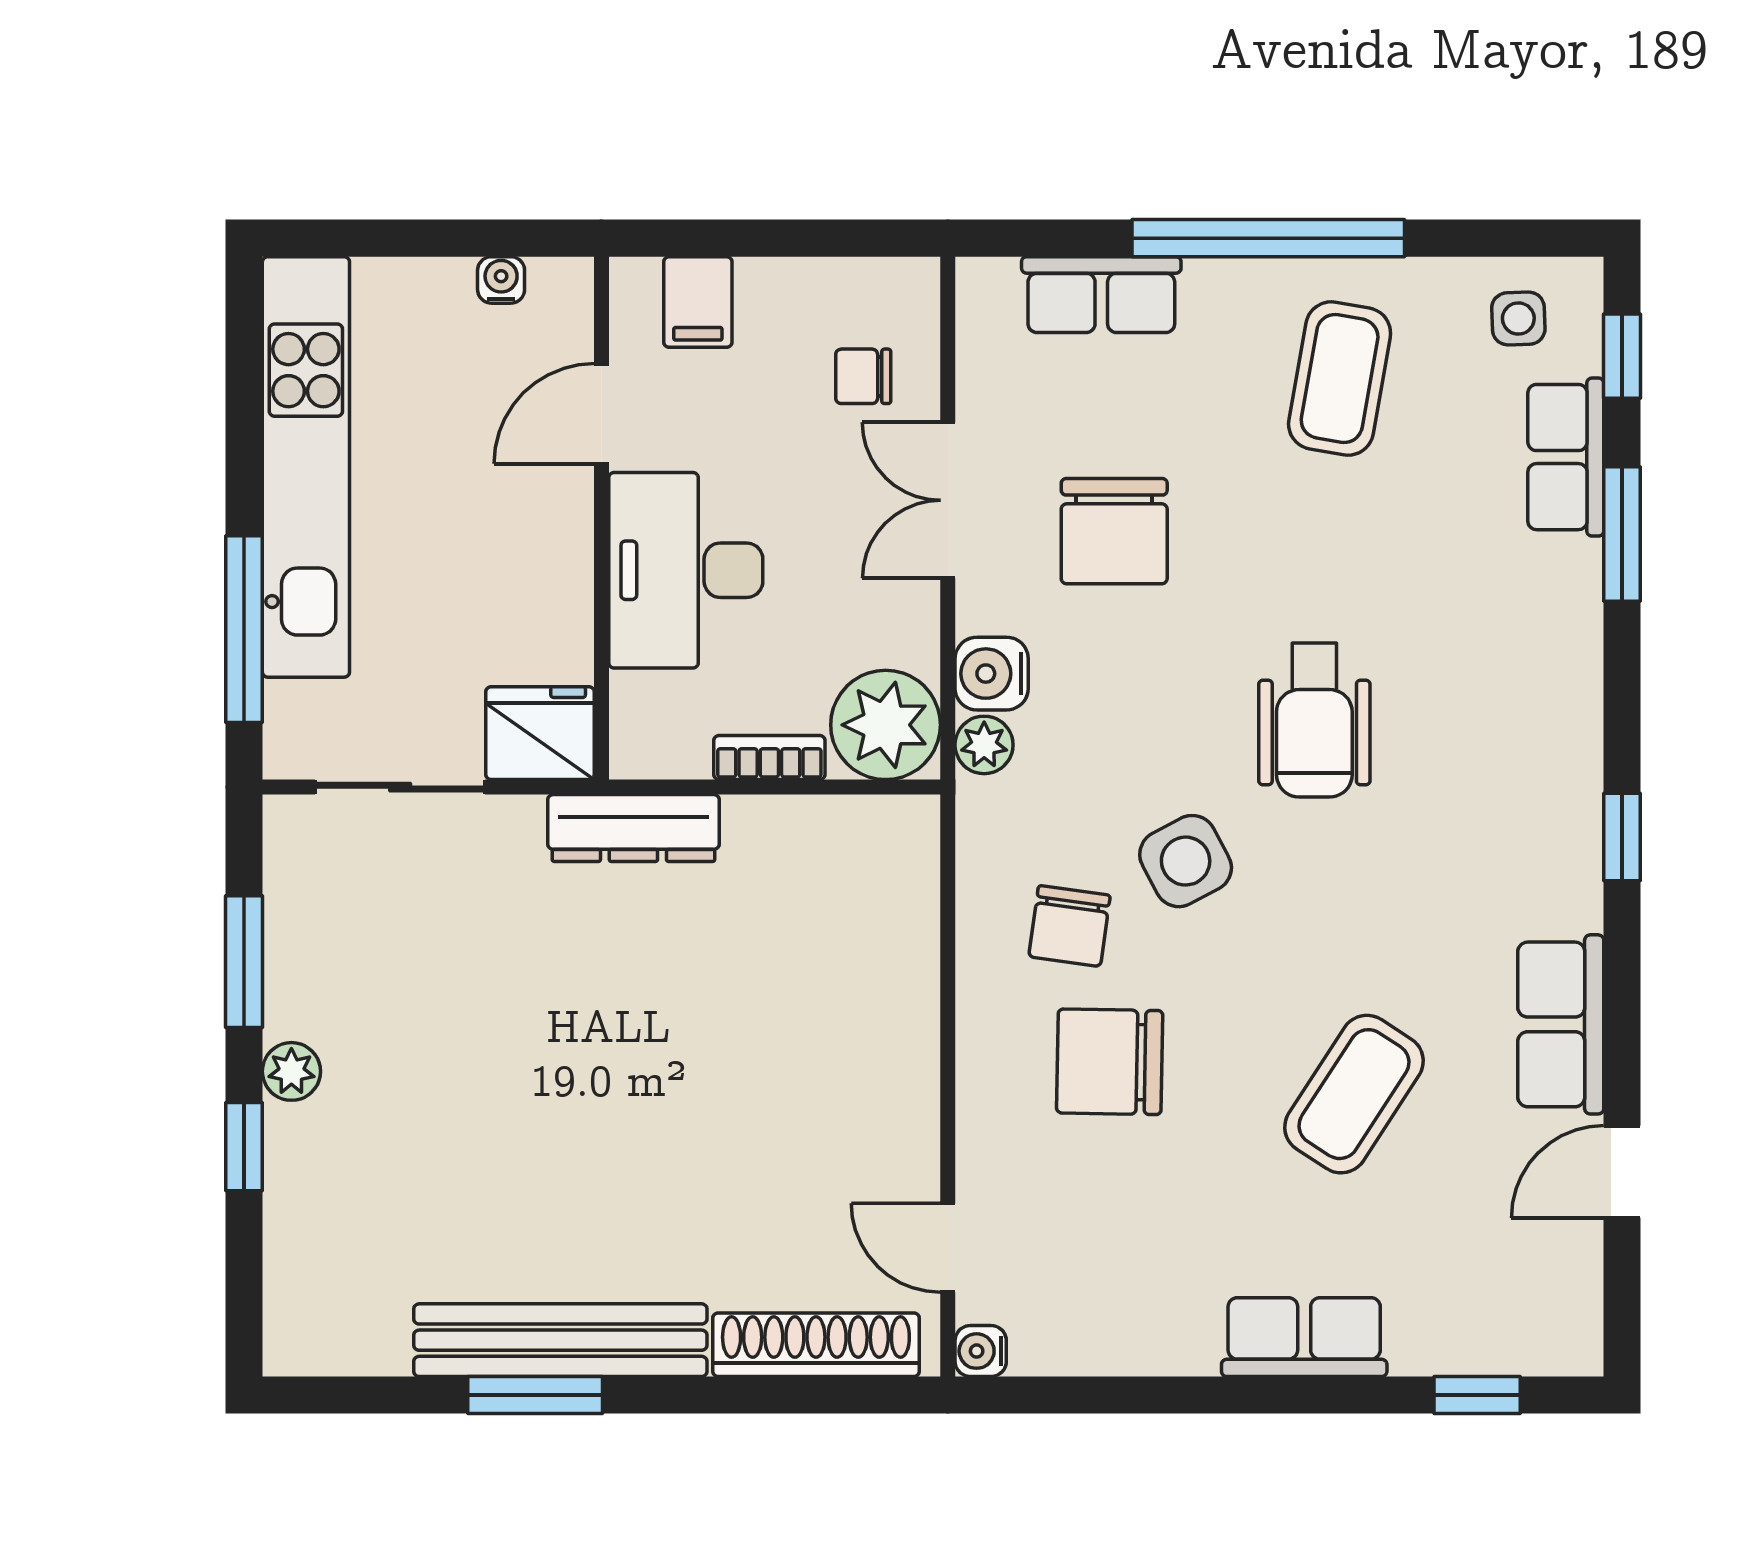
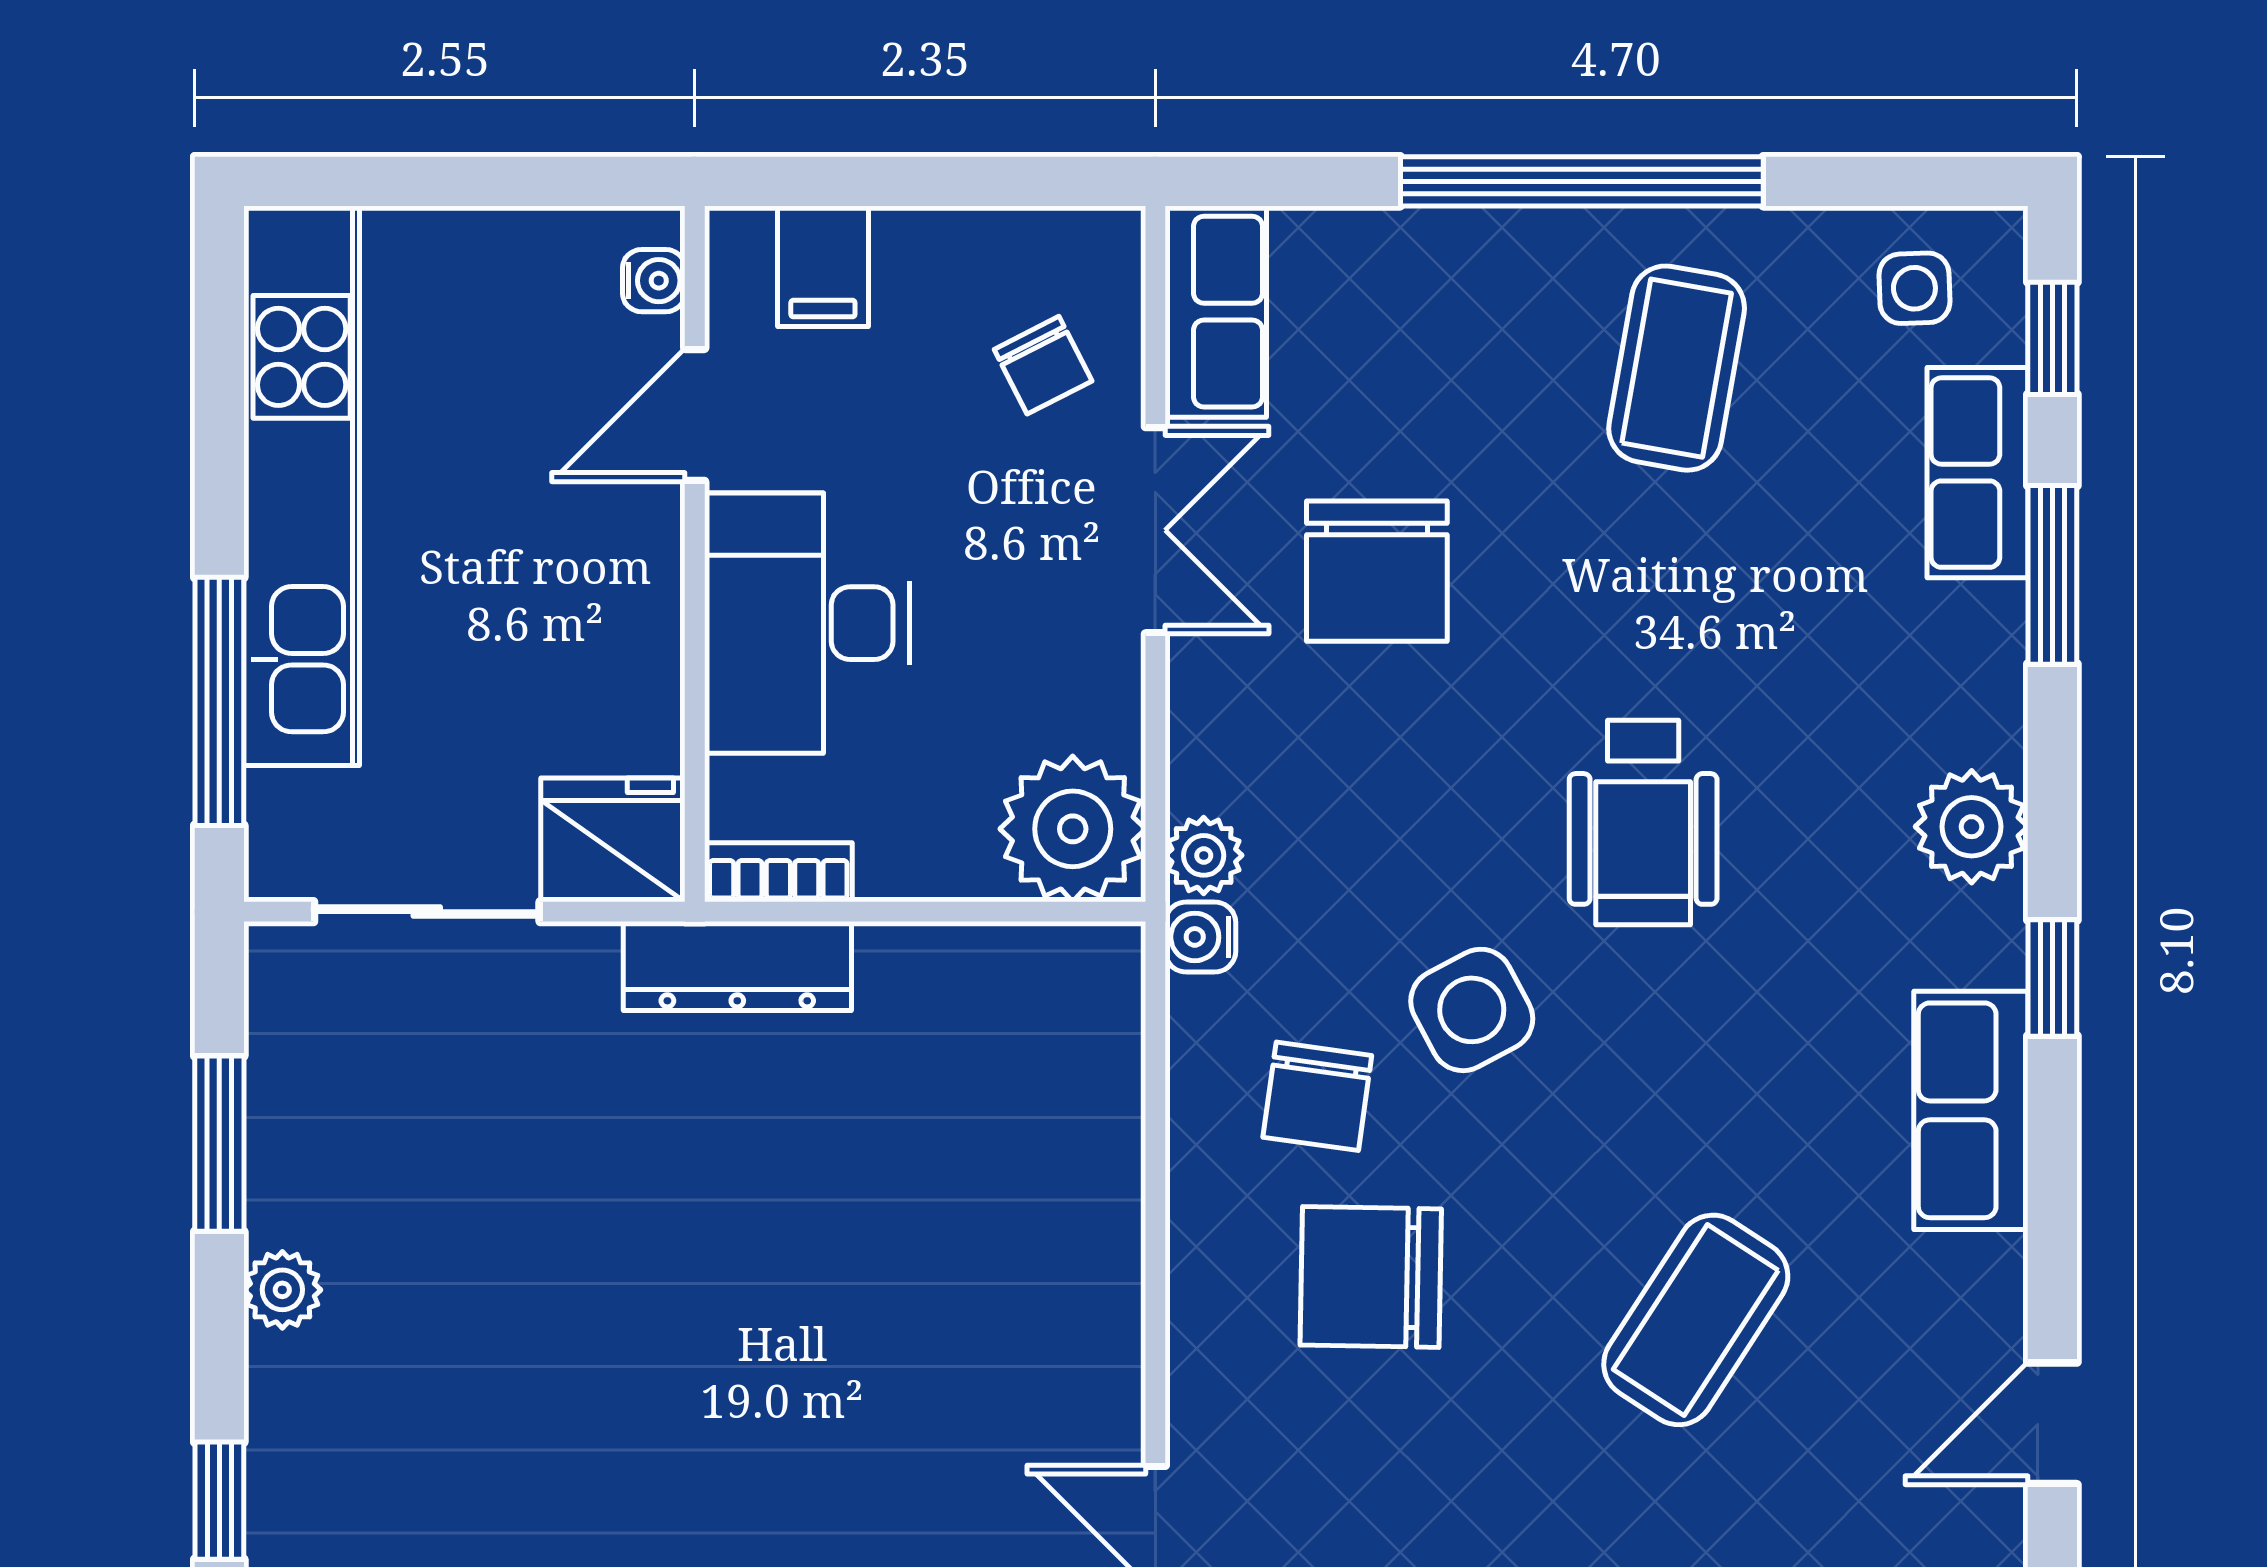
water cooler: (501, 280) -> (654, 281), moved, turned 90
row of seats: (1101, 295) -> (1216, 312), moved, turned -90
chair: (863, 376) -> (1043, 365), turned -117
double door: (948, 500) -> (1155, 530), swing flipped
water cooler: (992, 674) -> (1200, 937), moved, width x0.72, depth x0.72
plant: (1561, 723) -> (1972, 827), added
bookcase: (769, 758) -> (778, 872), moved
row of seats: (1561, 1024) -> (1971, 1110), moved
window: (244, 1147) -> (219, 1501), moved

